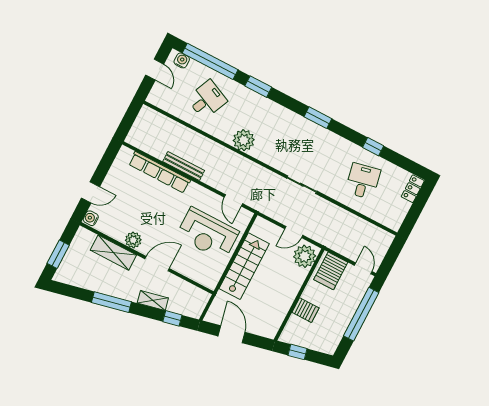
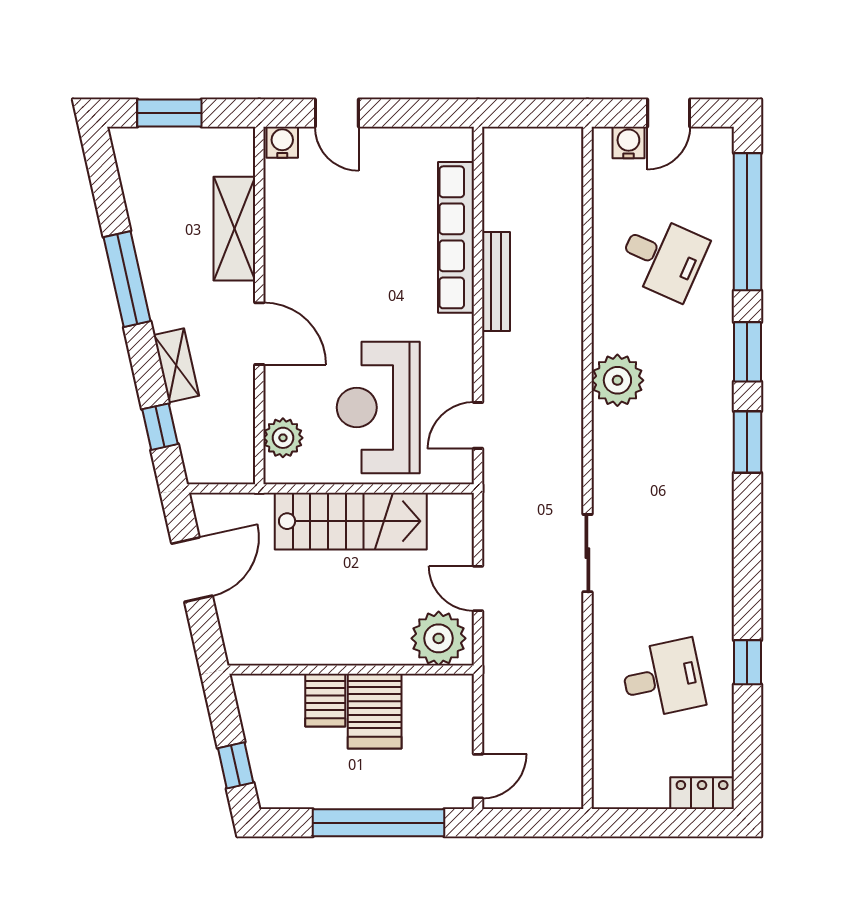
water cooler: (182, 60) -> (628, 143), moved, turned -90
window: (318, 118) -> (747, 442), moved
plant: (133, 240) -> (283, 438), moved
server rack: (331, 271) -> (375, 711), moved, turned -90
window: (298, 352) -> (236, 765), moved

